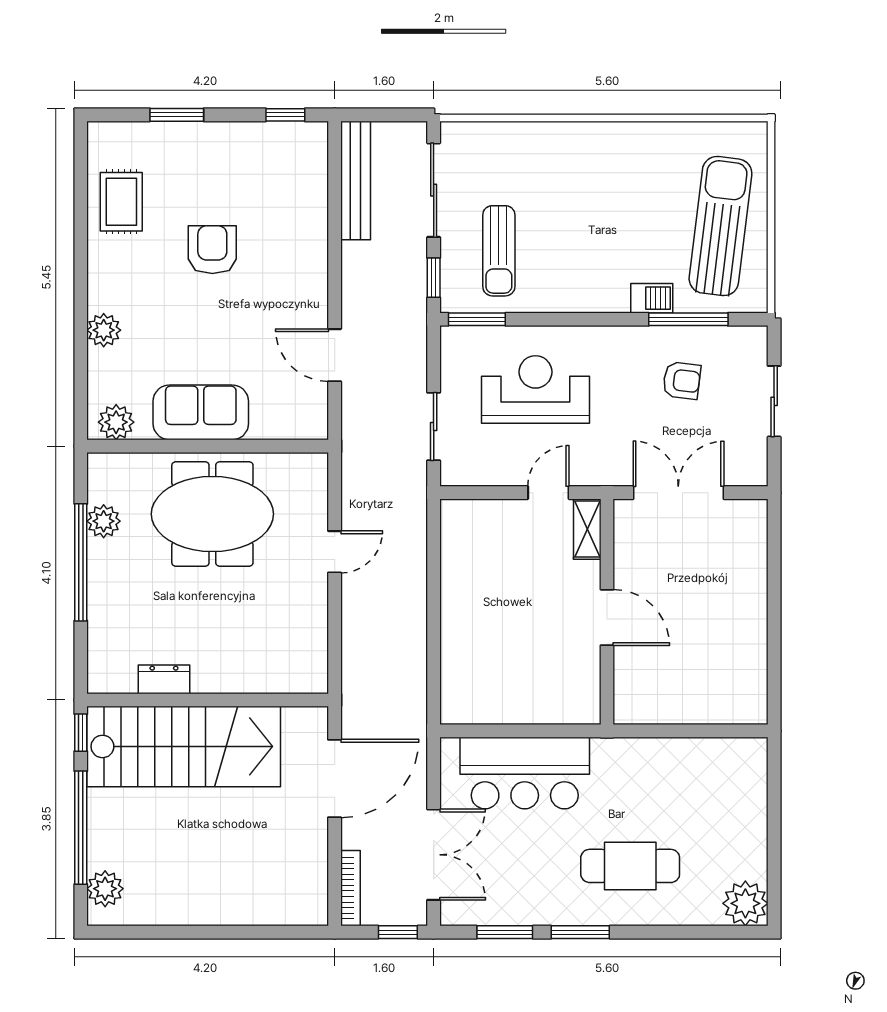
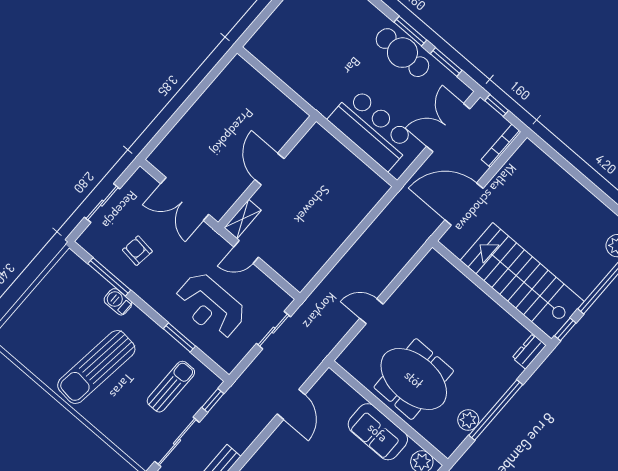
sun lounger: (720, 226) -> (96, 367), moved
window: (477, 319) -> (179, 337), moved
dresser: (164, 679) -> (529, 351), moved, turned 90
cafe table: (630, 866) -> (402, 53), moved

